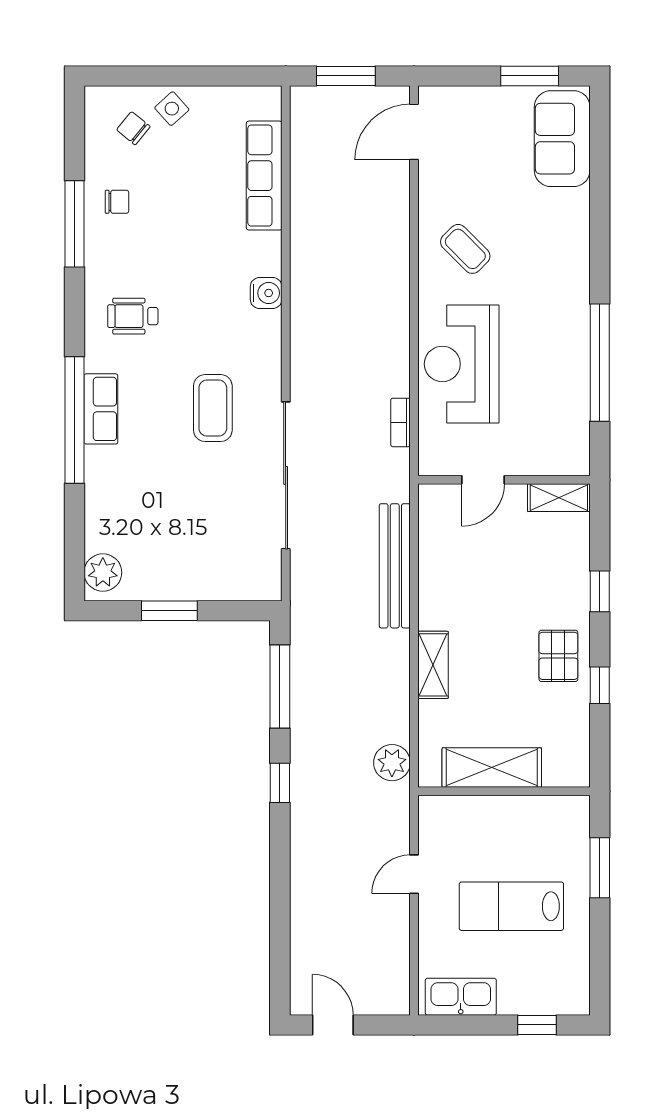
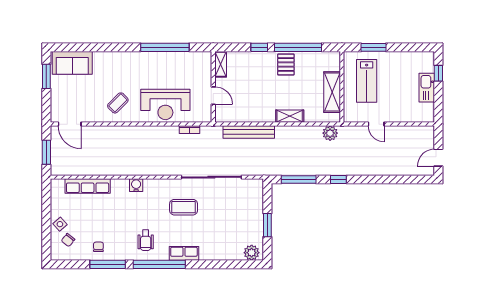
window: (74, 420) -> (159, 264), moved
pallet: (558, 656) -> (286, 64), turned 90
window: (600, 685) -> (298, 47), width x3.17
lab bench: (511, 906) -> (367, 81), moved
kitchen sink: (461, 997) -> (427, 88), moved

